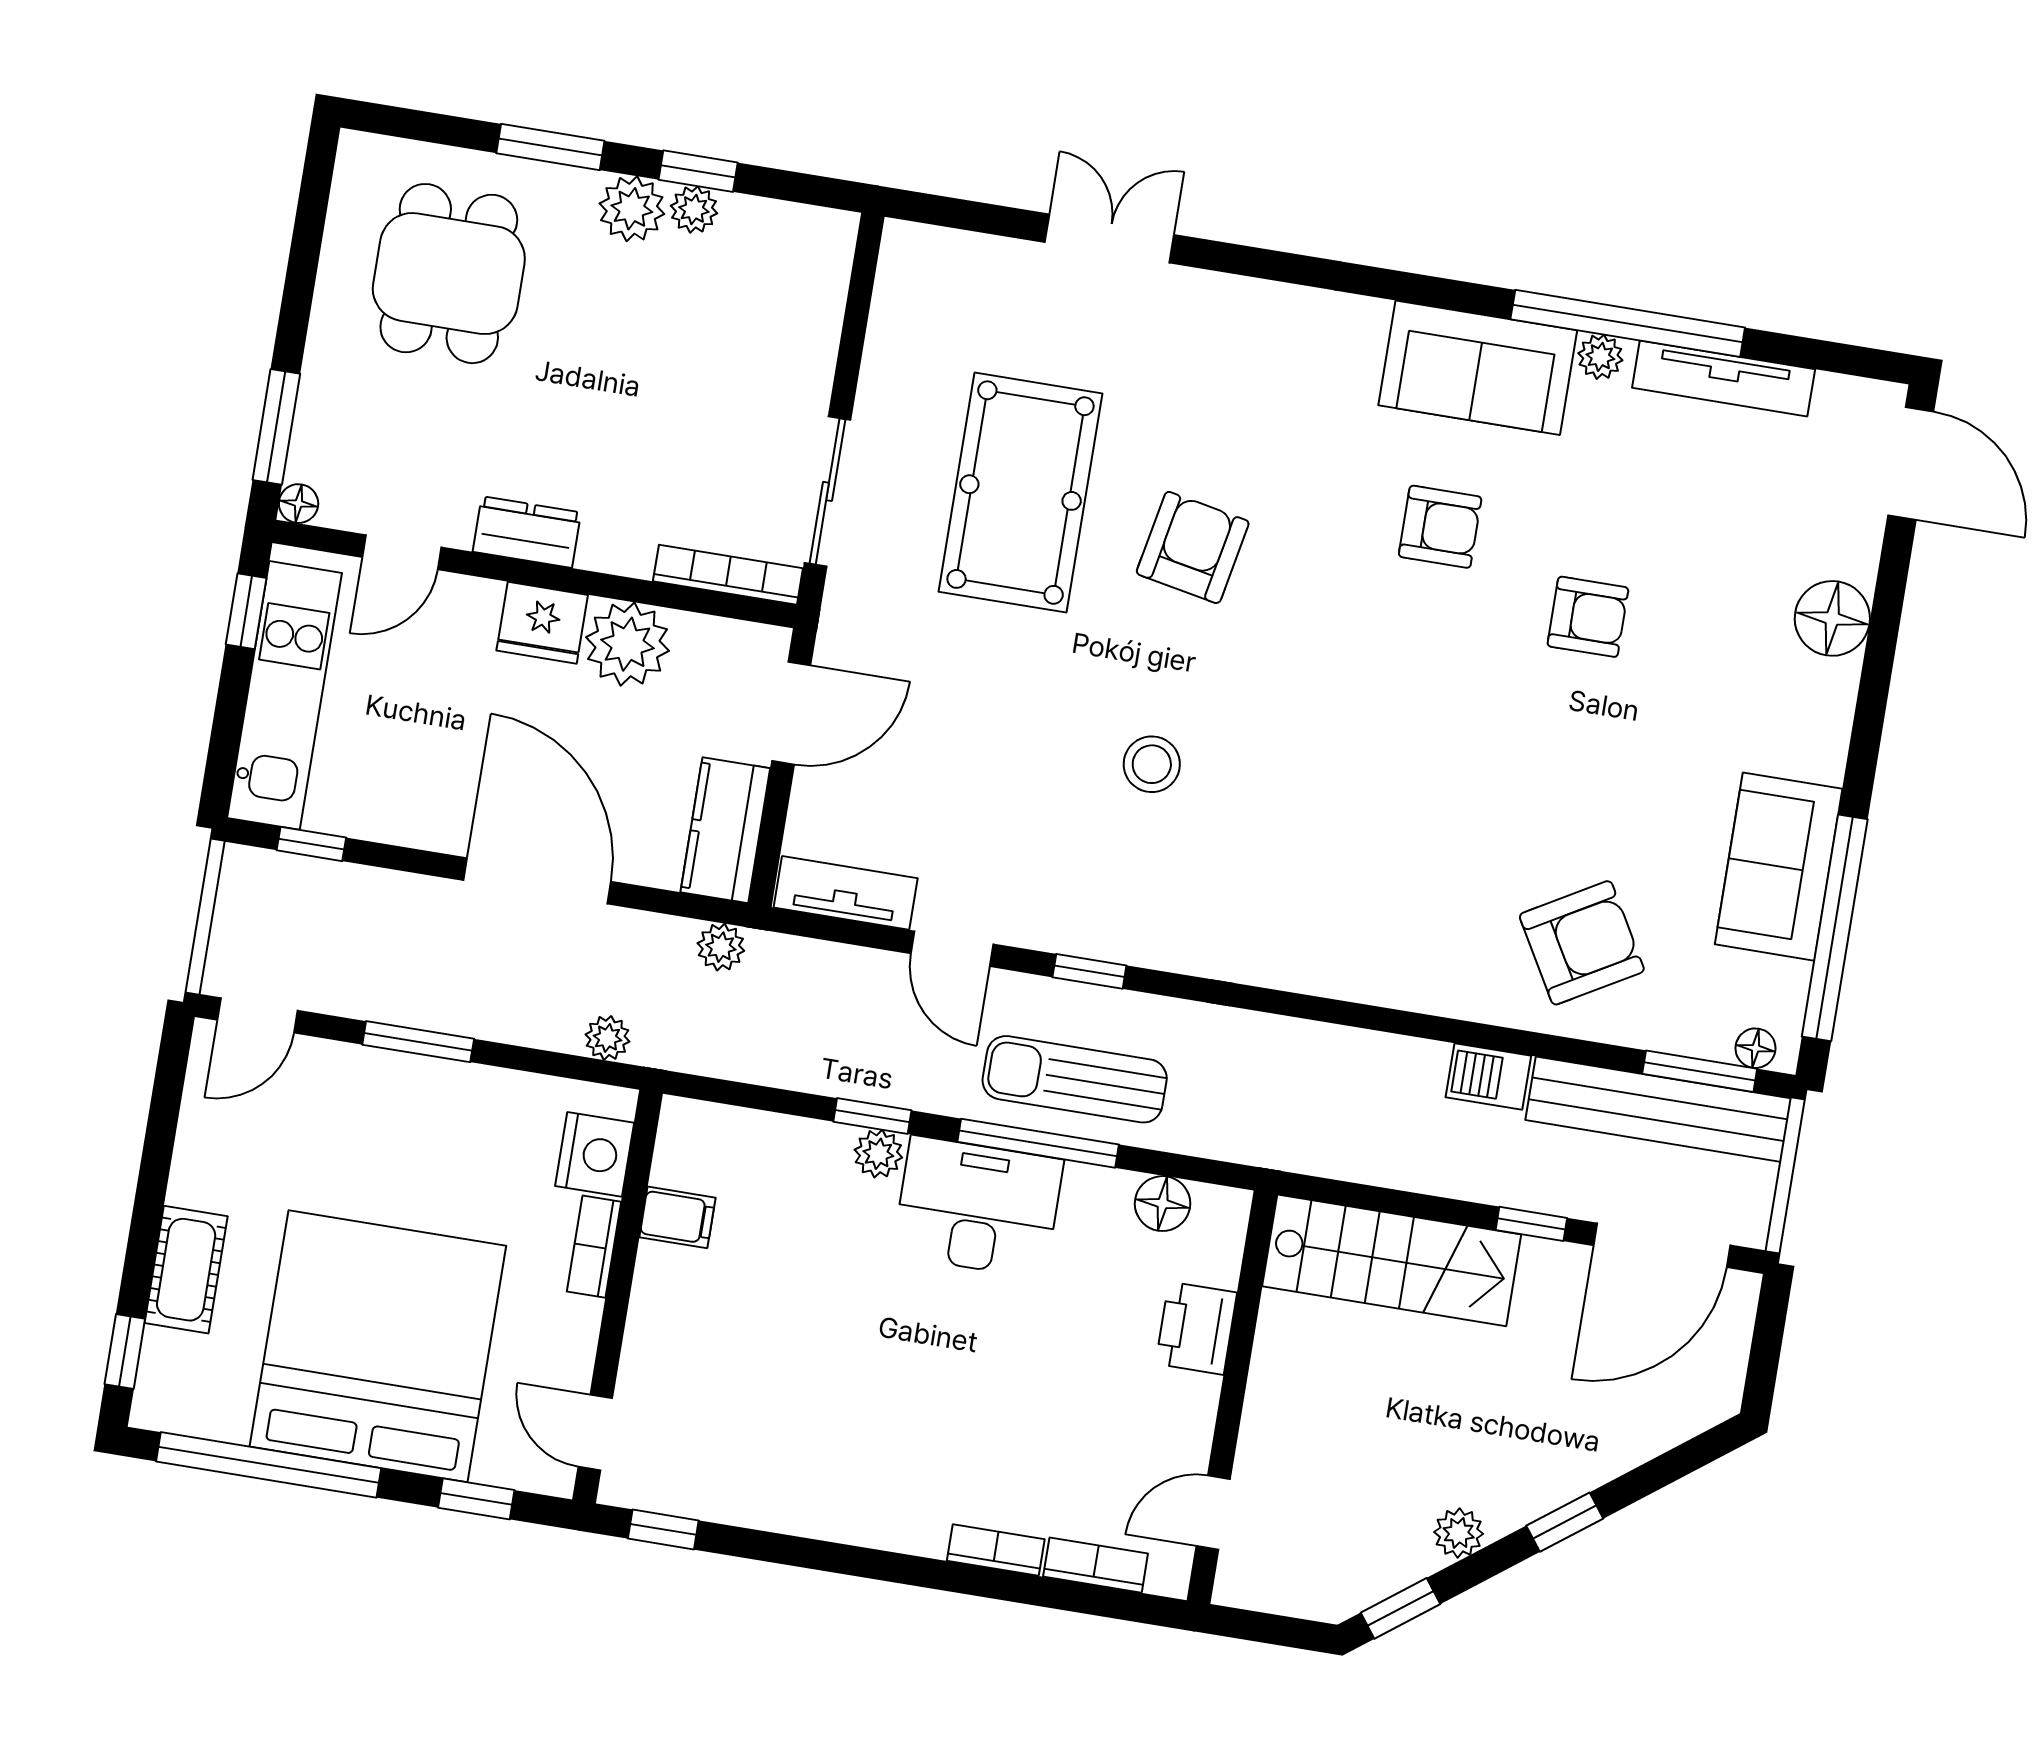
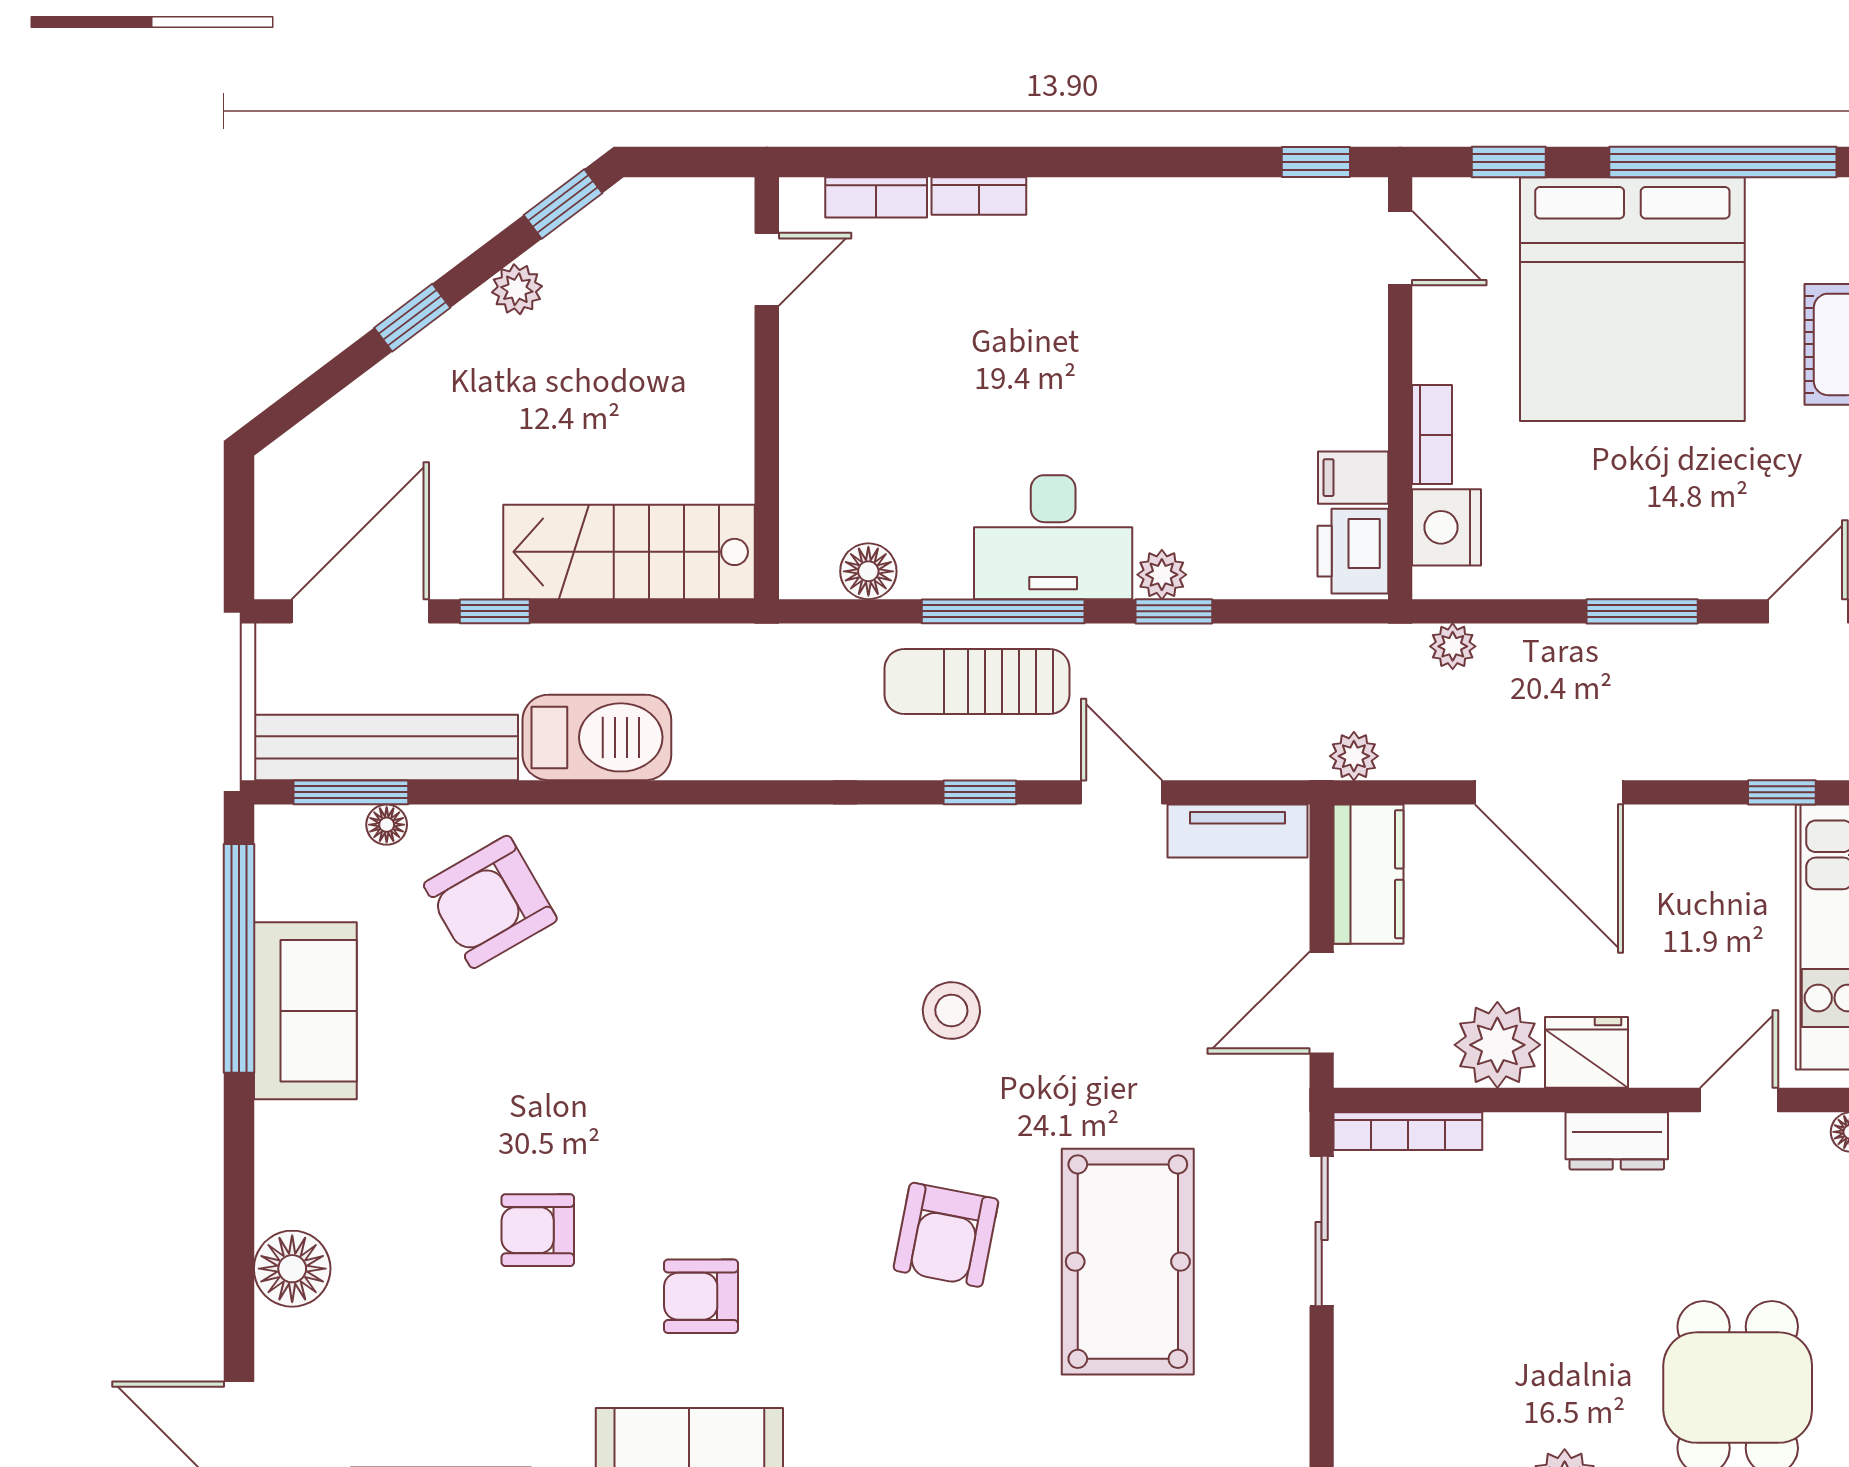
floor lamp: (1755, 1048) -> (387, 825), moved
barbecue: (1488, 1077) -> (597, 737), width x1.88, depth x1.53
sun lounger: (1075, 1079) -> (977, 682), turned 180
printer: (1196, 1328) -> (1353, 551), moved, turned 180

